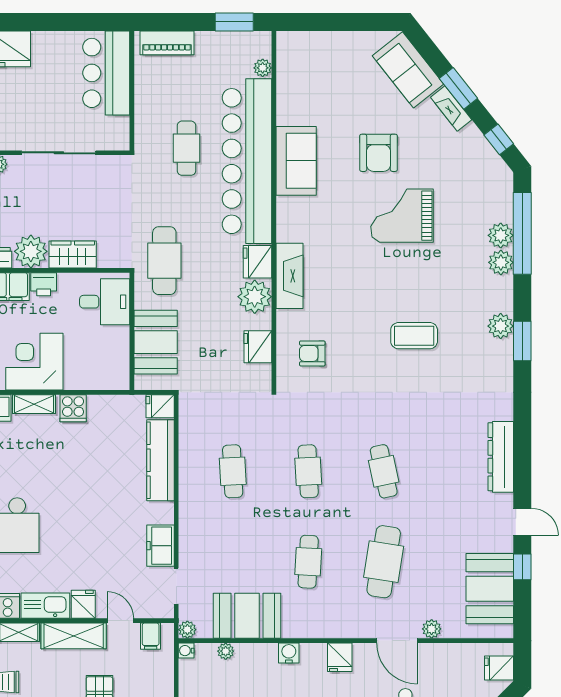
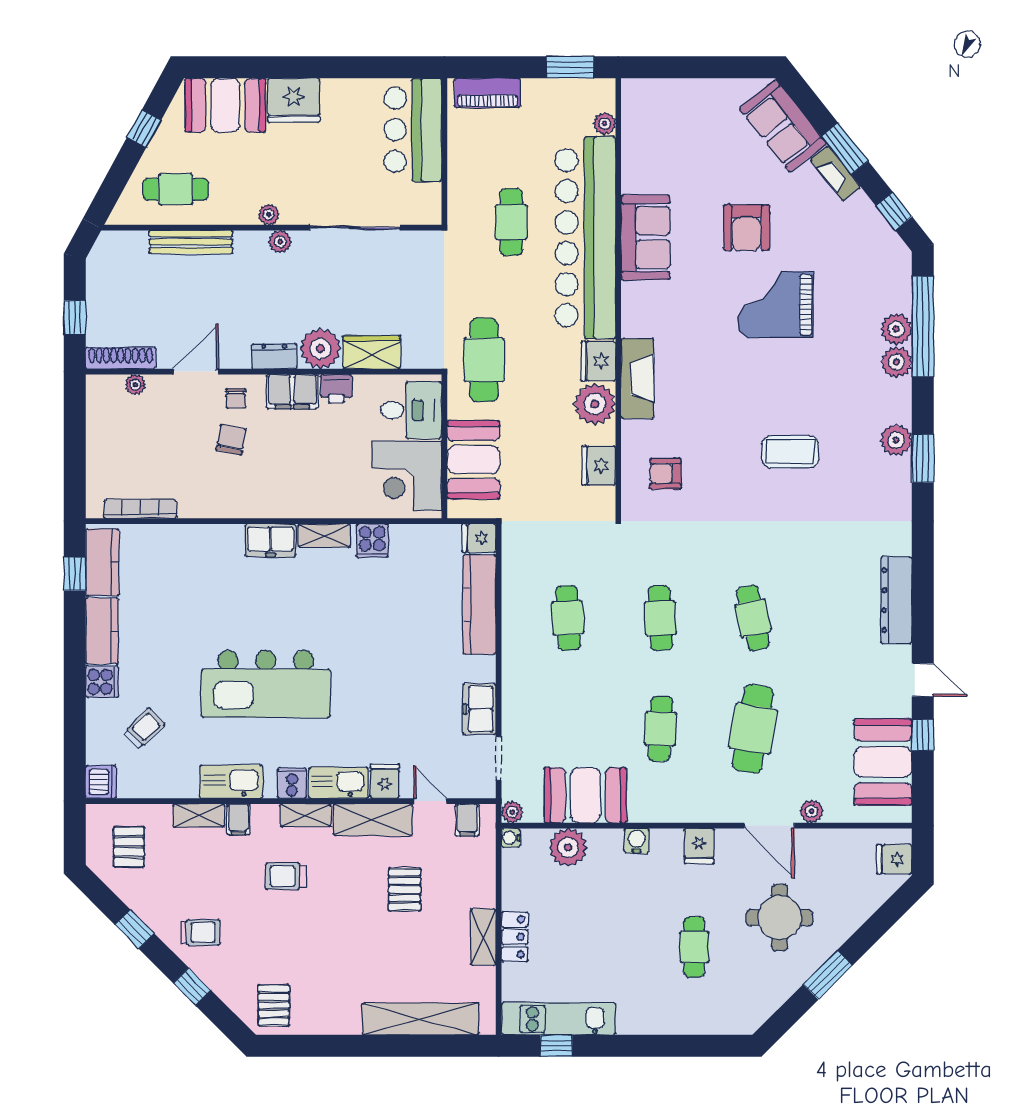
corner desk: (34, 362) -> (407, 476), moved, turned -90
plant: (226, 651) -> (568, 847), width x1.87, depth x1.87

